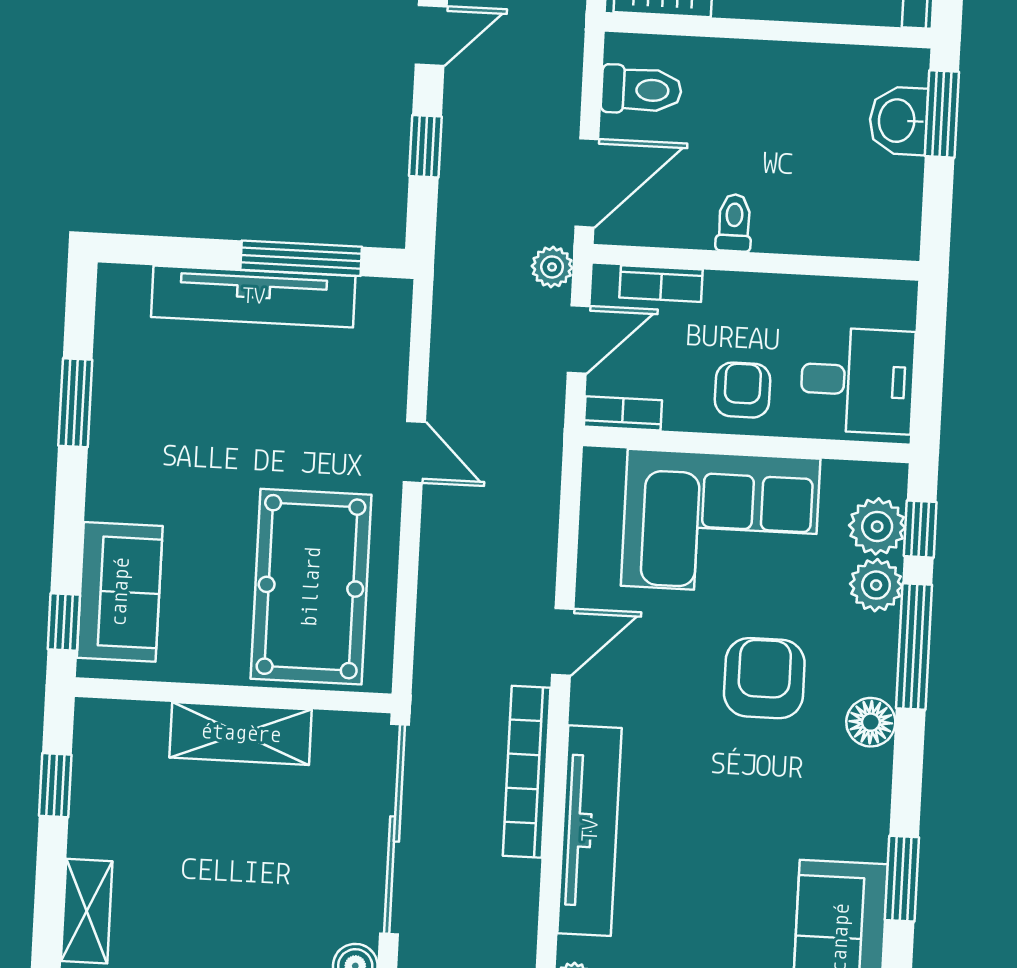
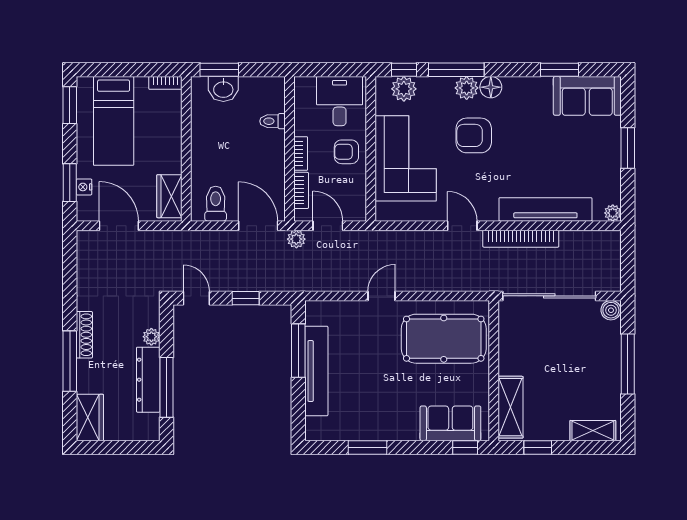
toilet: (734, 223) -> (272, 121), moved
bookcase: (623, 413) -> (301, 154), moved, turned 180
plant: (876, 585) -> (467, 88), moved
shelving: (241, 733) -> (510, 407), moved

